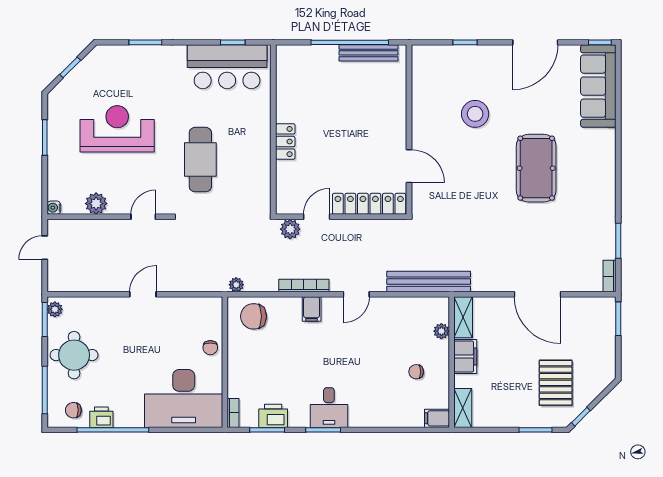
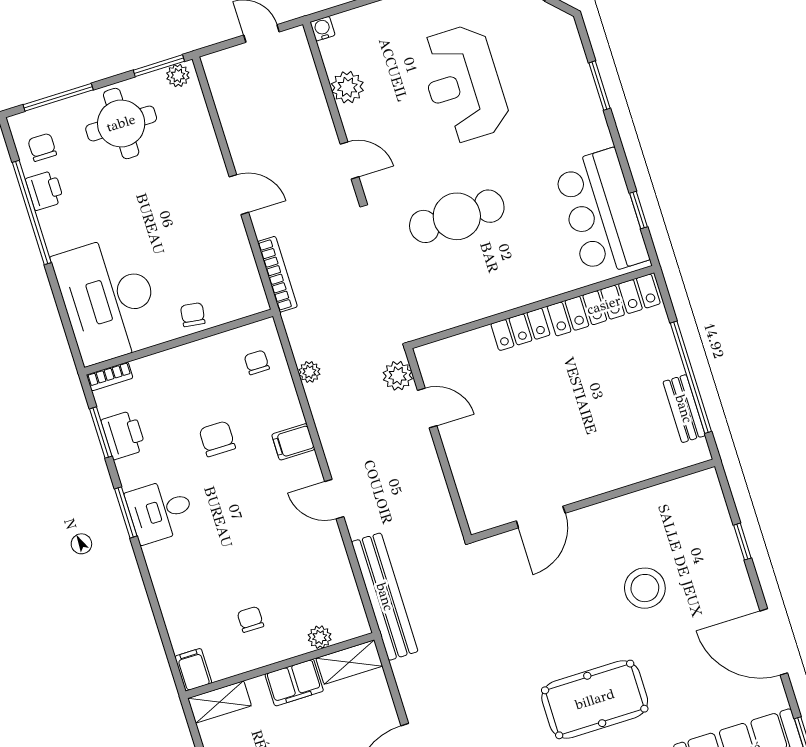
bench: (368, 53) -> (684, 409), width x0.73
reception desk: (117, 129) -> (463, 84), turned 180
locker: (369, 204) -> (604, 305), moved, turned 90
plant: (236, 285) -> (309, 372), moved
bookcase: (304, 286) -> (277, 274), moved
chair: (254, 316) -> (257, 362), width x0.54, depth x0.54
chair: (210, 348) -> (193, 315), turned 98
chair: (294, 357) -> (217, 439), added

